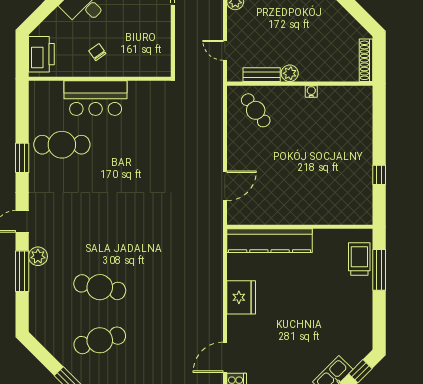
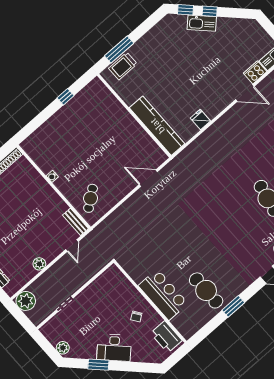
printer: (41, 54) -> (166, 337), moved, turned -90
plant: (290, 73) -> (53, 198), removed
bench: (262, 75) -> (76, 222), moved
fridge: (241, 297) -> (200, 120), width x0.53, depth x0.75

